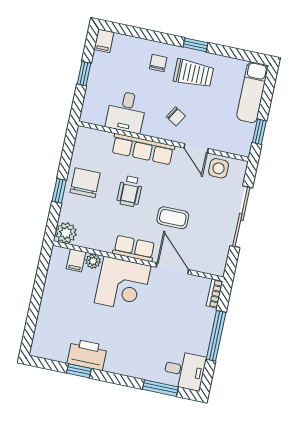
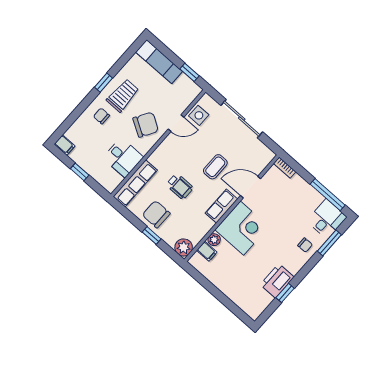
chair: (176, 116) -> (146, 125), width x1.87, depth x1.87
row of seats: (143, 149) -> (135, 183), moved
window: (216, 336) -> (328, 195), moved
chair: (143, 363) -> (305, 245), added

